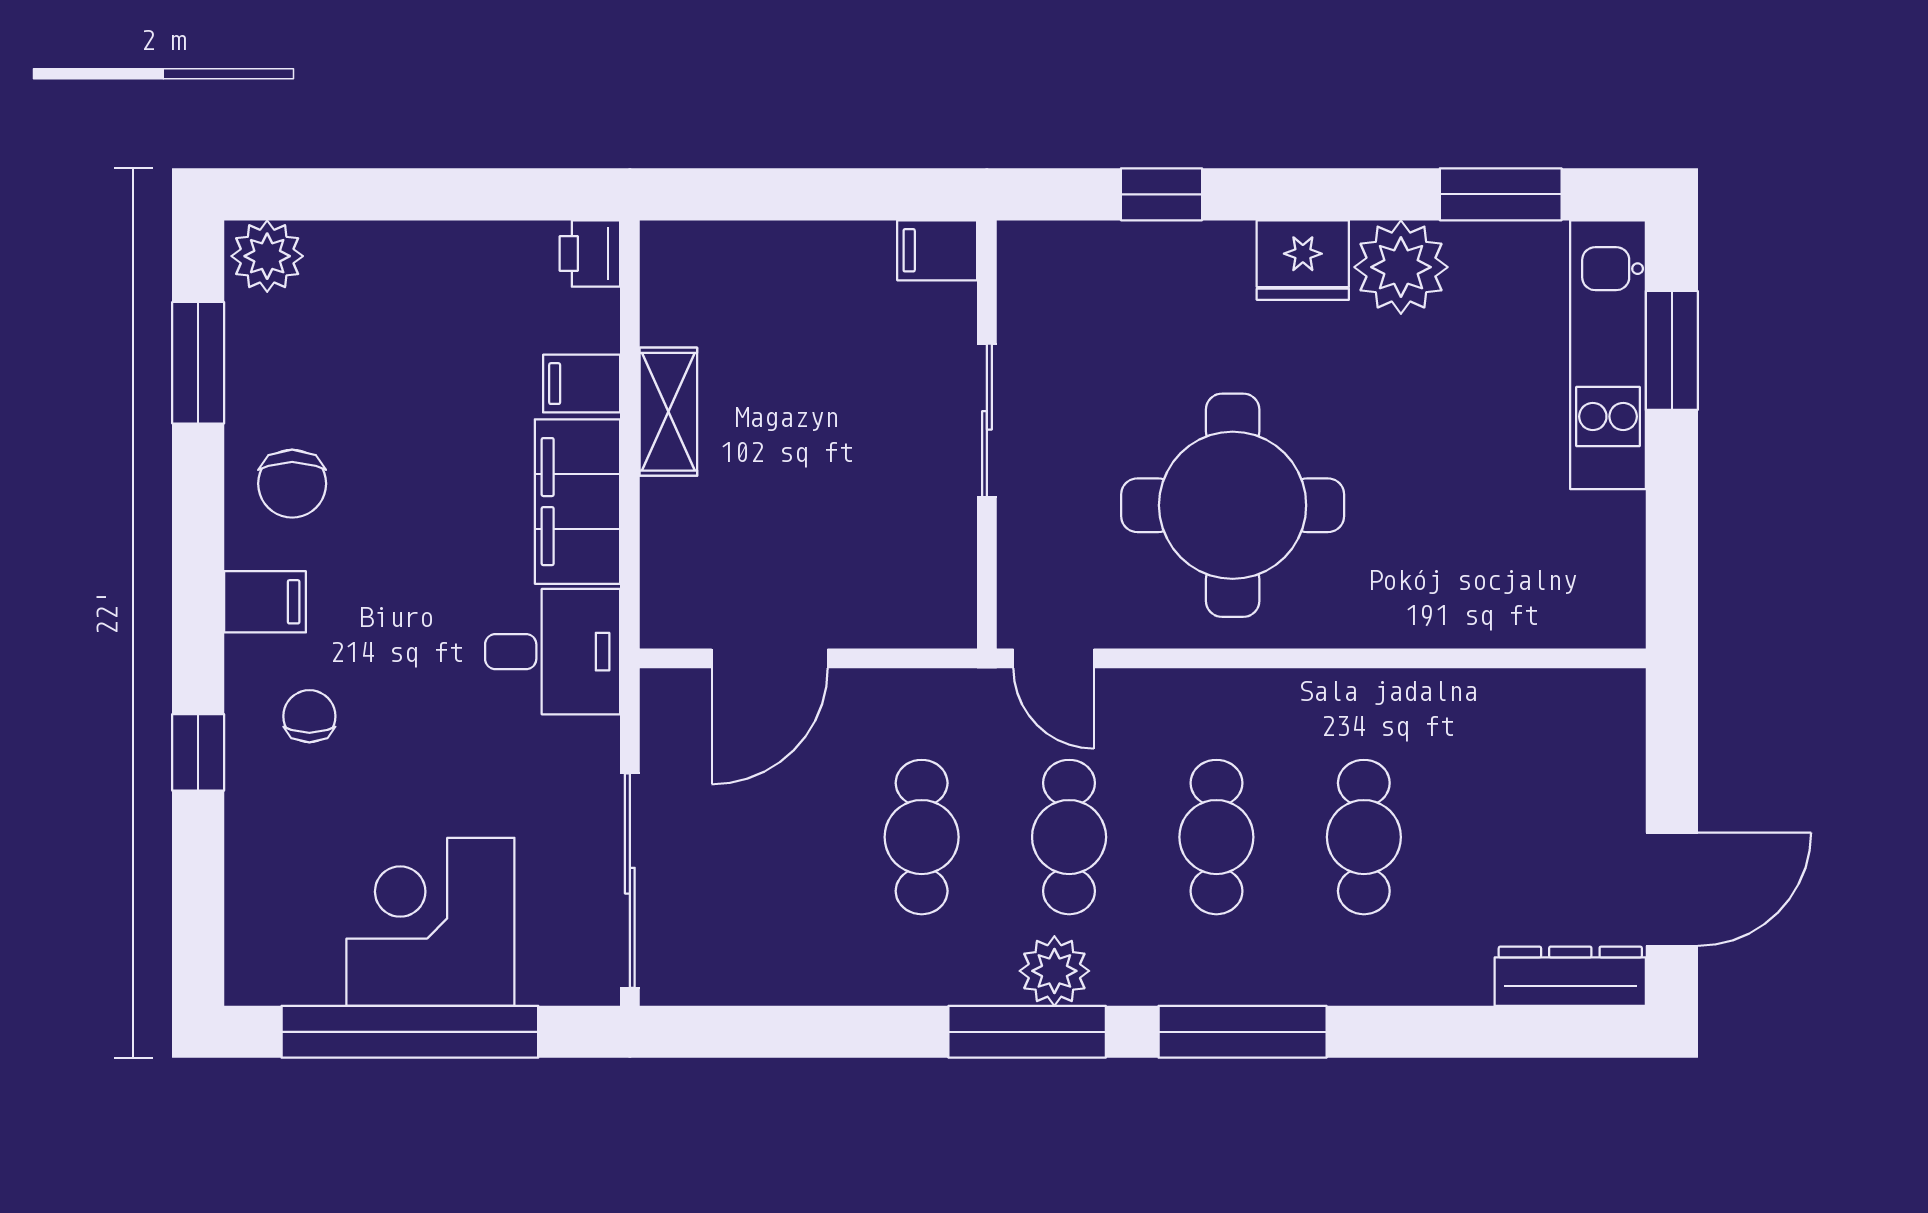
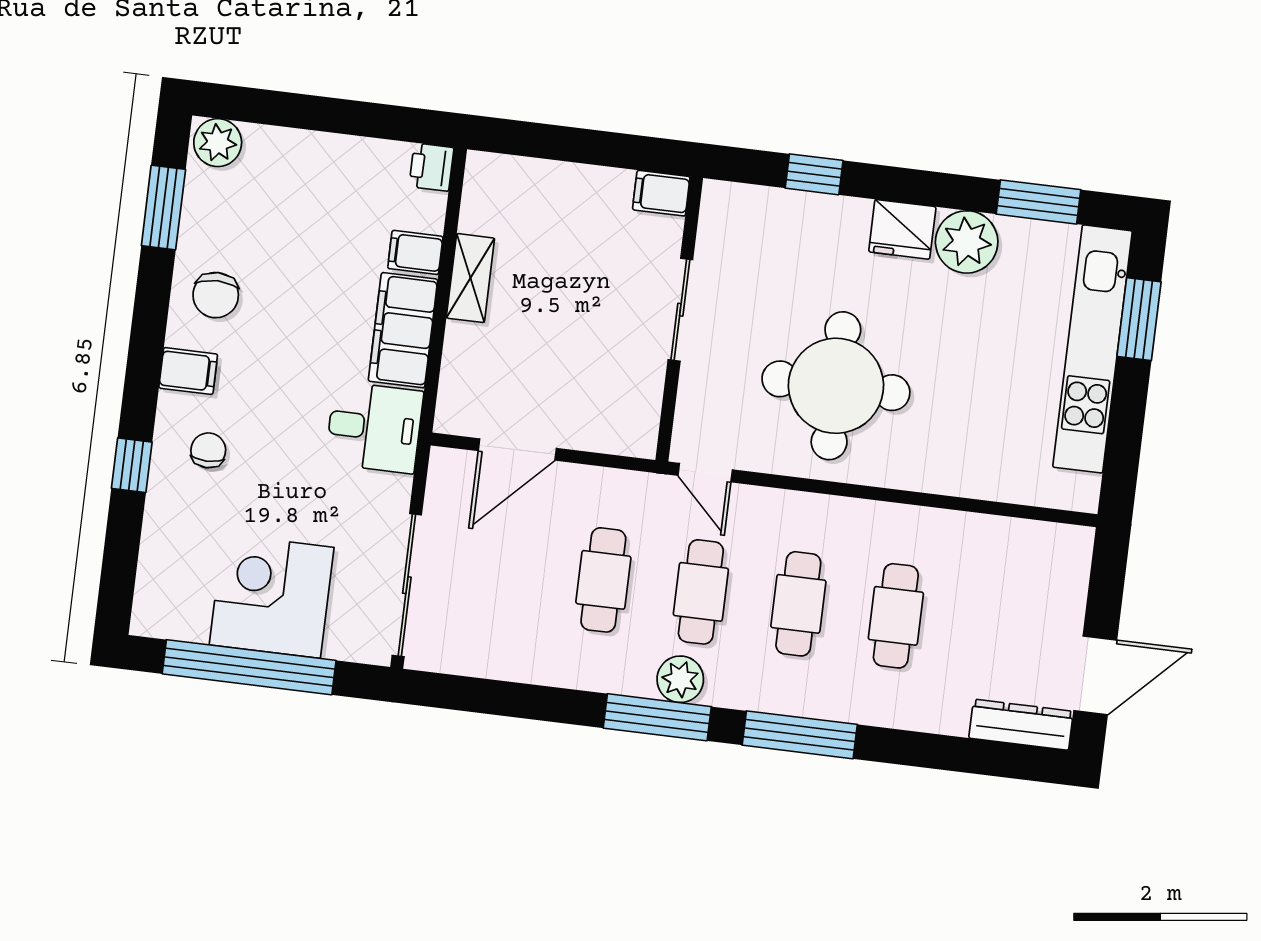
kitchen unit: (1608, 355) -> (1092, 349), width x1.36

